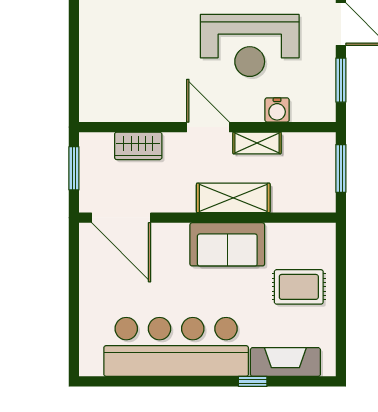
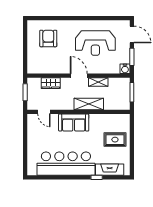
armchair: (132, 34) -> (48, 38), added
water cooler: (277, 110) -> (125, 69), moved
door: (121, 218) -> (44, 112), width x0.53
sofa: (227, 244) -> (74, 123), moved

